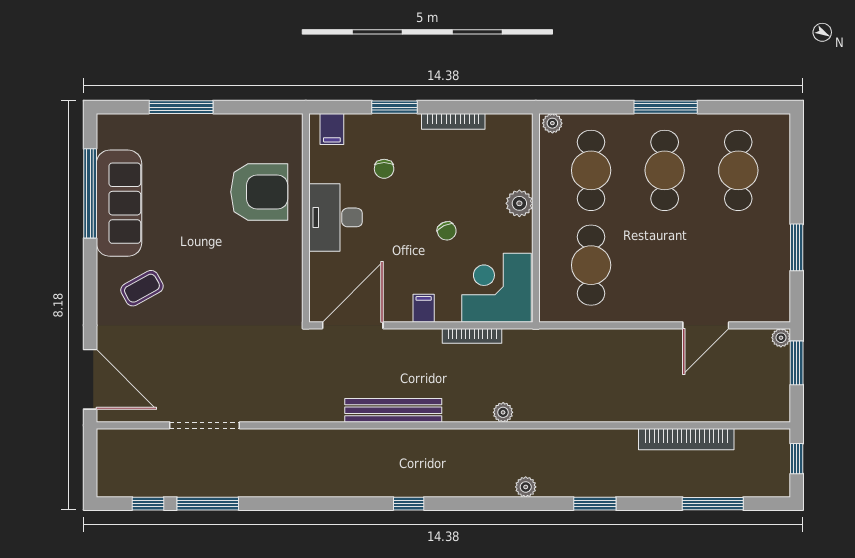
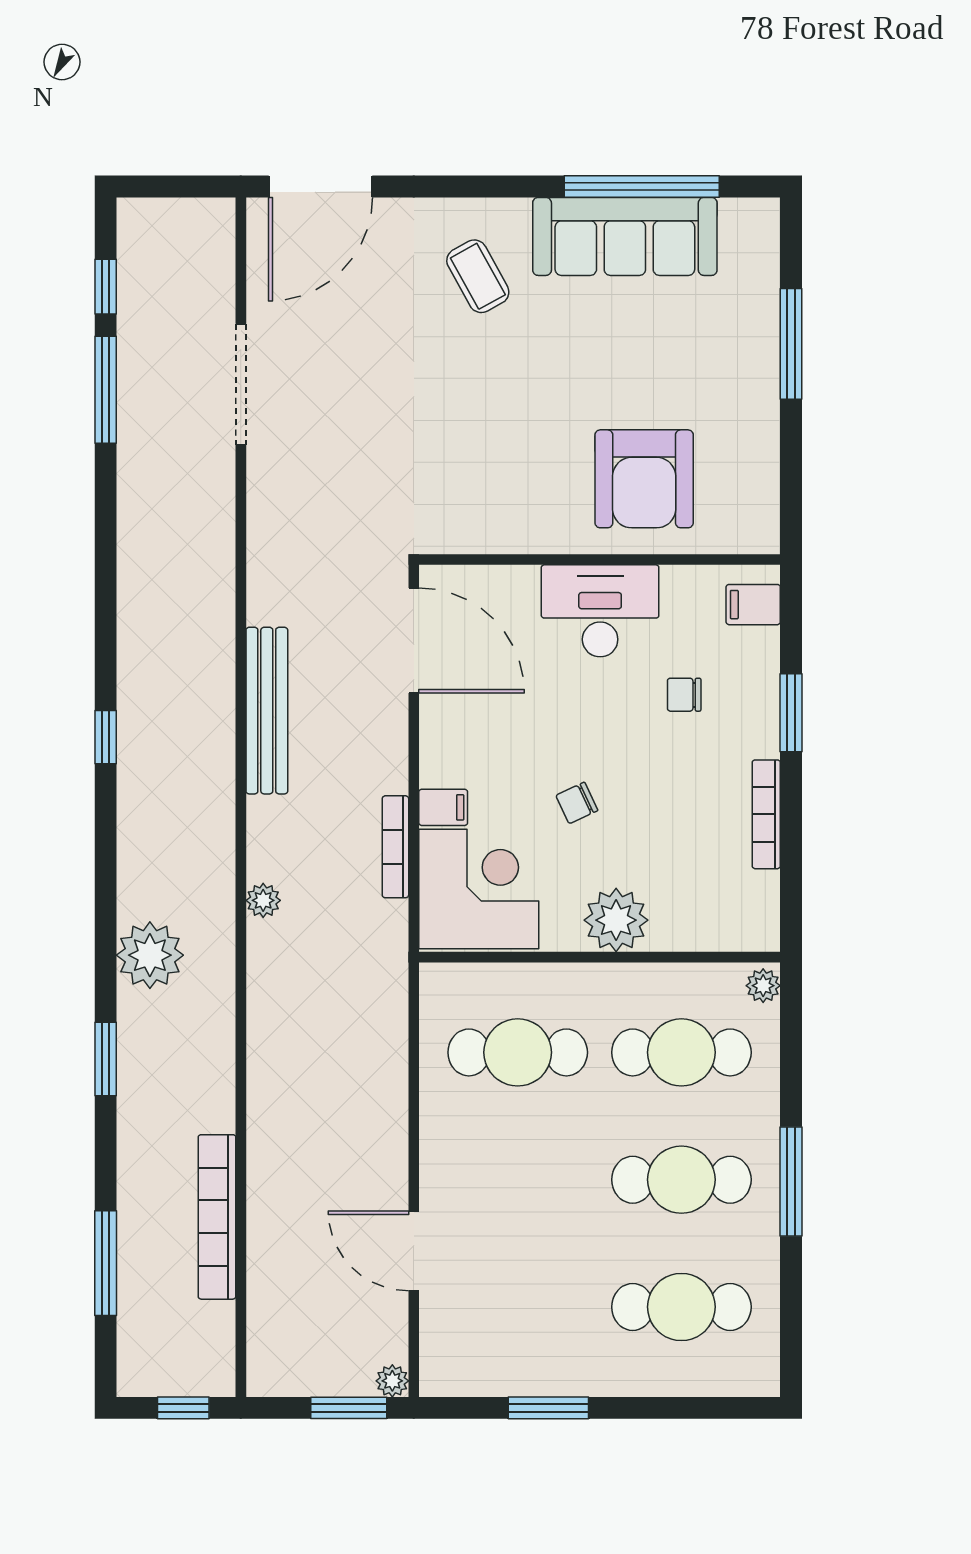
plant: (519, 203) -> (616, 920), width x1.36, depth x1.36
filing cabinet: (424, 308) -> (443, 807), moved
plant: (526, 487) -> (150, 955), width x1.88, depth x1.88

